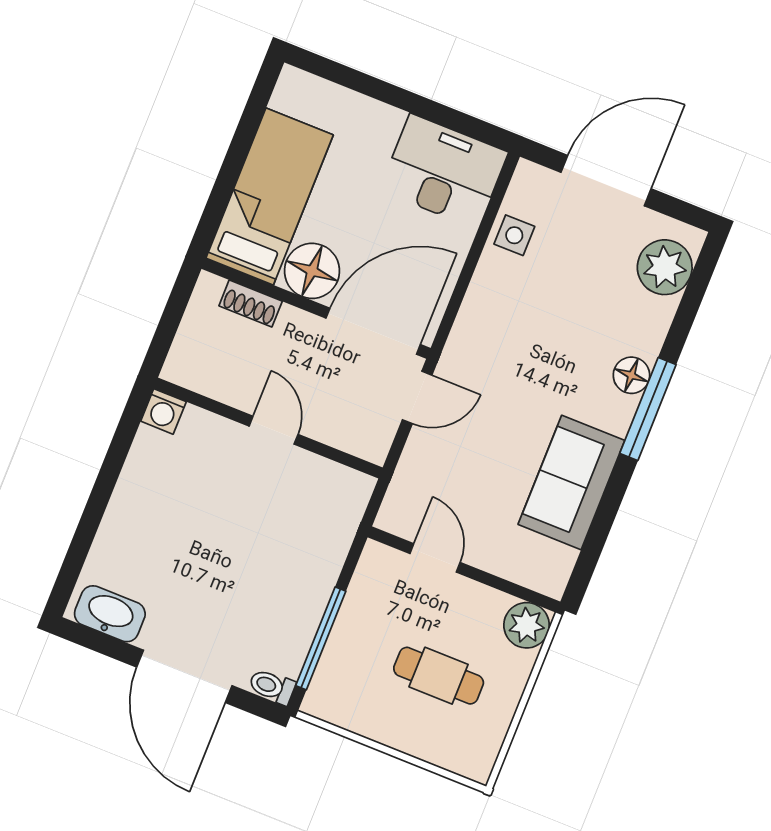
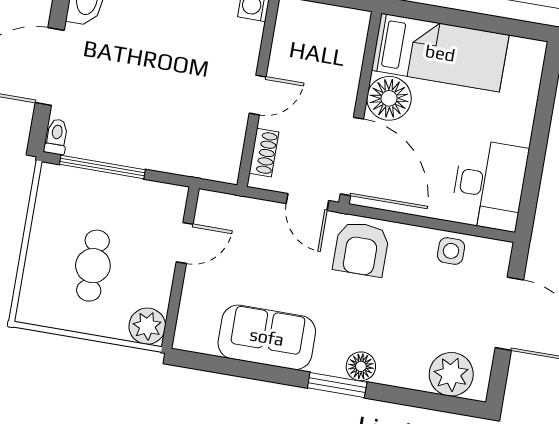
shoe rack: (251, 304) -> (264, 153), moved, turned 180
armchair: (488, 344) -> (361, 249), added
window: (648, 409) -> (337, 385), width x0.69

